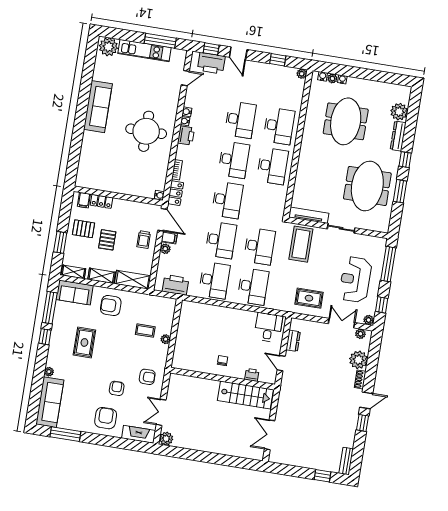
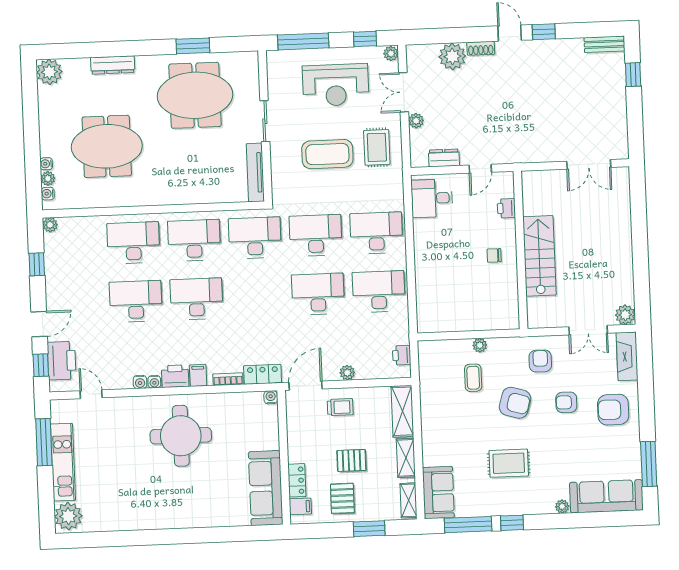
sofa: (98, 107) -> (266, 488), moved, turned -90
plant: (399, 112) -> (49, 72), moved
window: (405, 160) -> (145, 48), removed
desk: (227, 200) -> (255, 238), moved
filing cabinet: (169, 238) -> (198, 375), moved
coffee table: (301, 244) -> (327, 154), moved
printer: (175, 285) -> (402, 355), width x0.53, depth x0.68
armchair: (111, 306) -> (515, 403), moved, turned -74
plant: (360, 334) -> (416, 121), moved
stairs: (245, 395) -> (539, 256), moved

